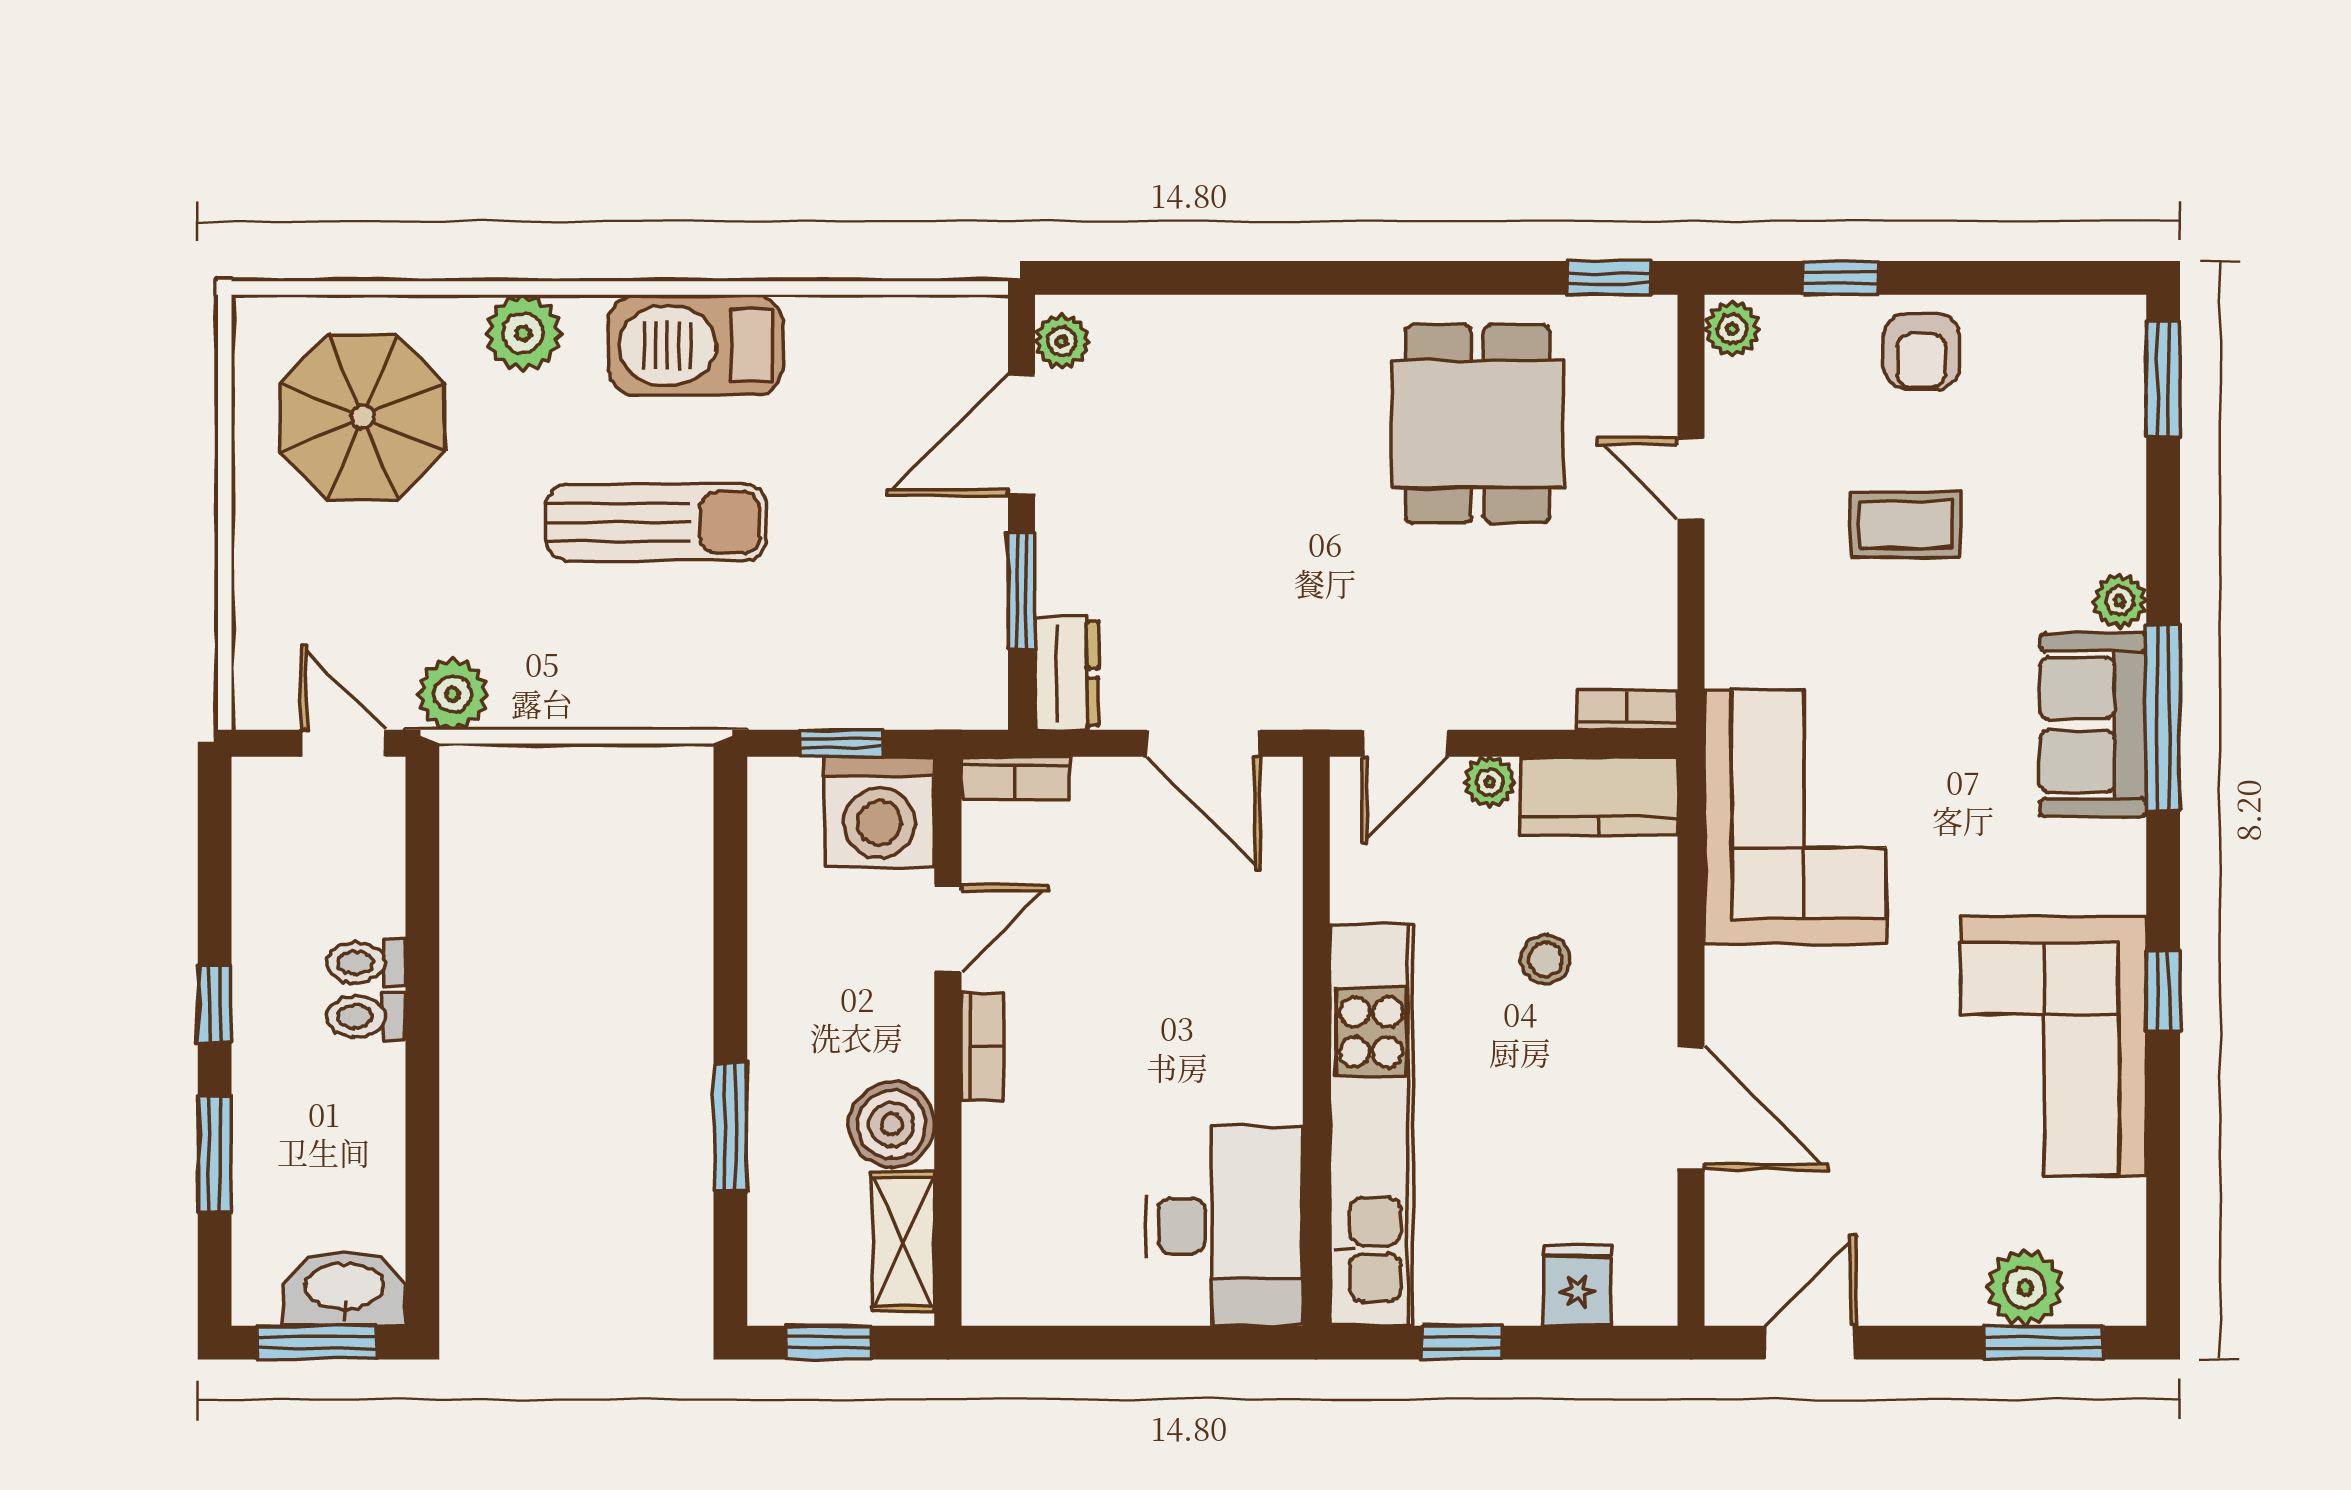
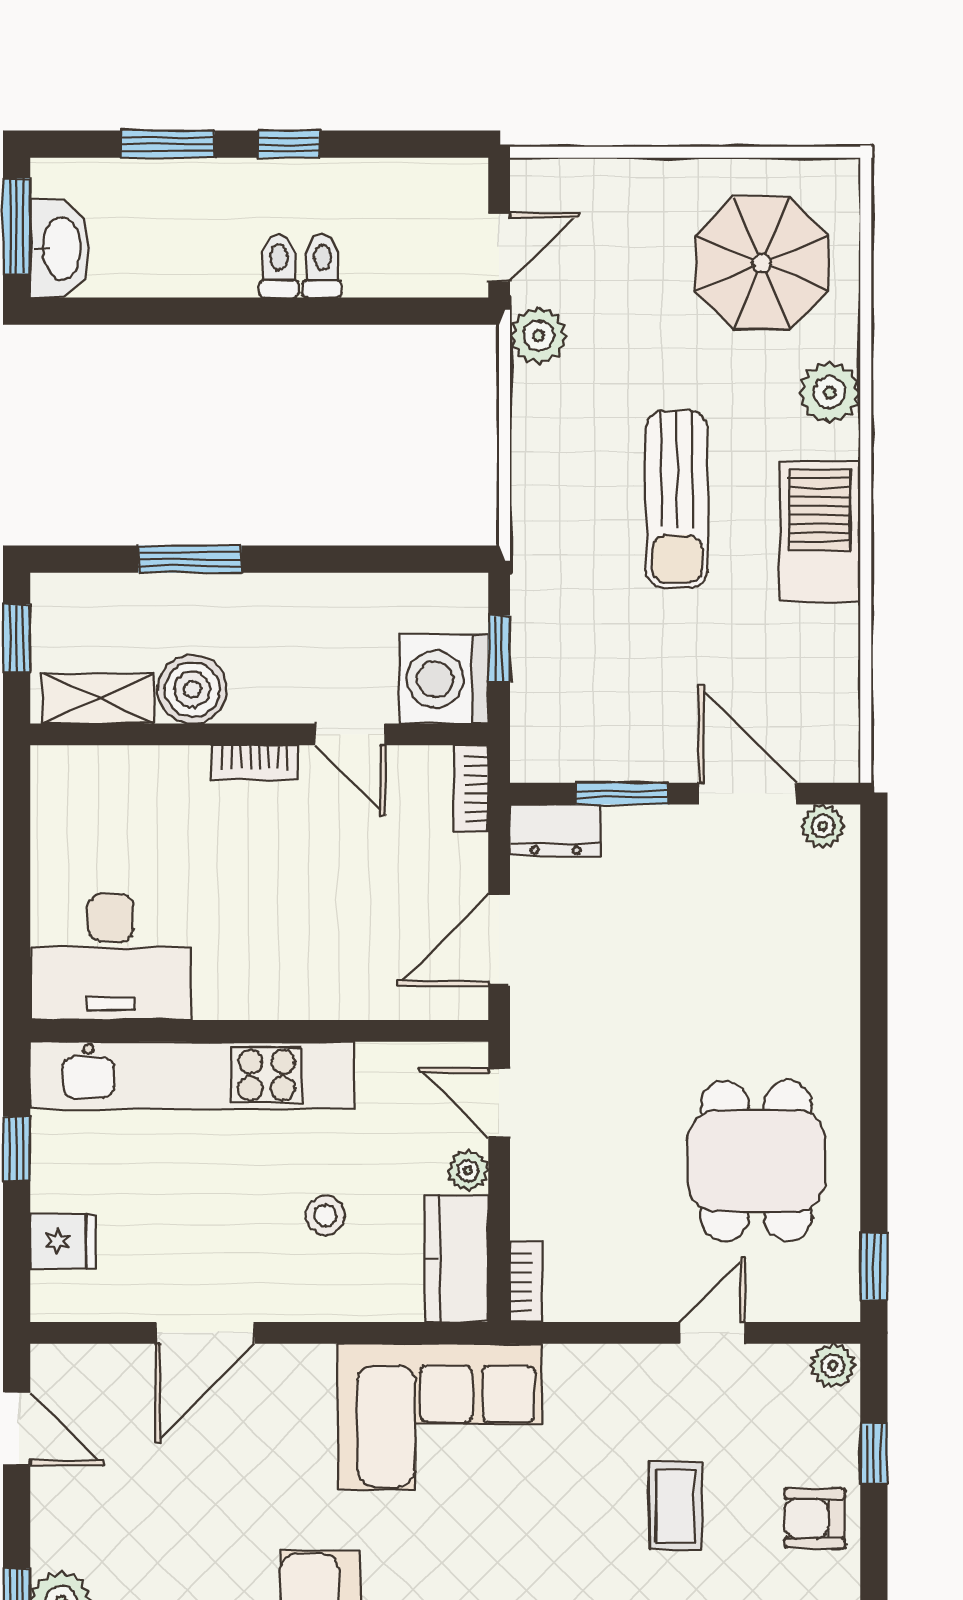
dining table: (1478, 424) -> (756, 1161), turned 90

